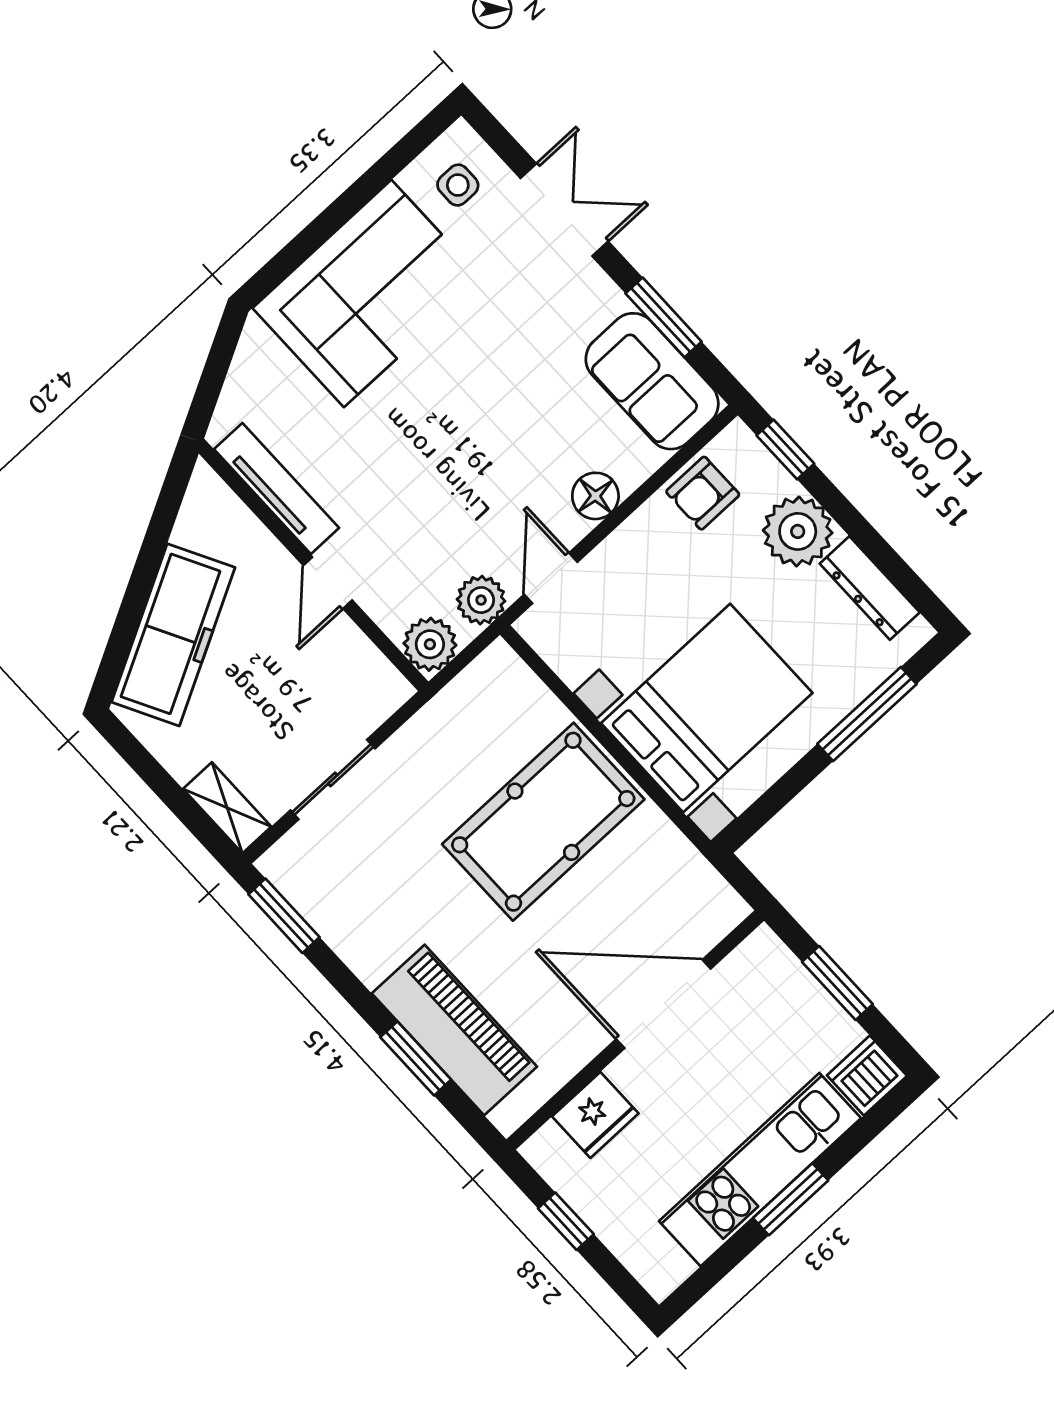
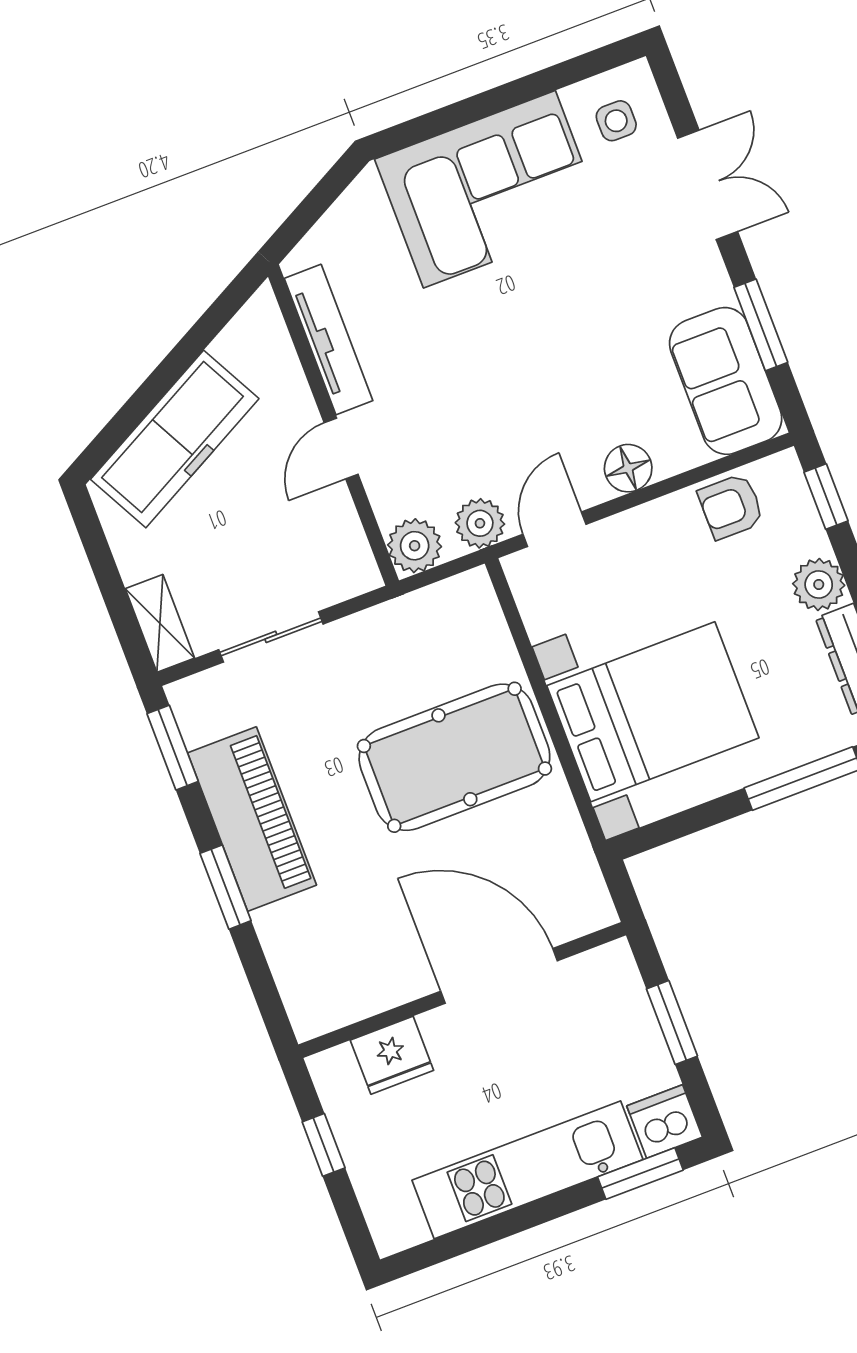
plant: (798, 531) -> (819, 584), width x0.73, depth x0.73
piano: (454, 1030) -> (252, 819), moved
window: (416, 1058) -> (226, 887), moved
window: (791, 1199) -> (640, 1173), moved

